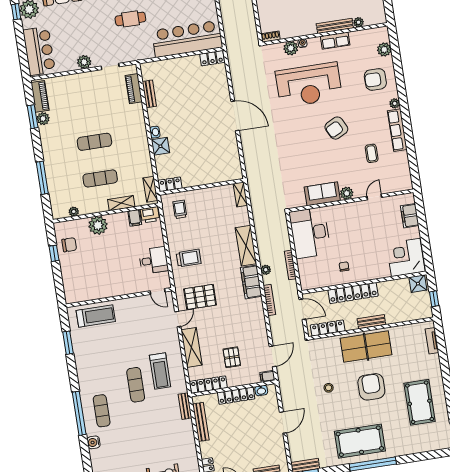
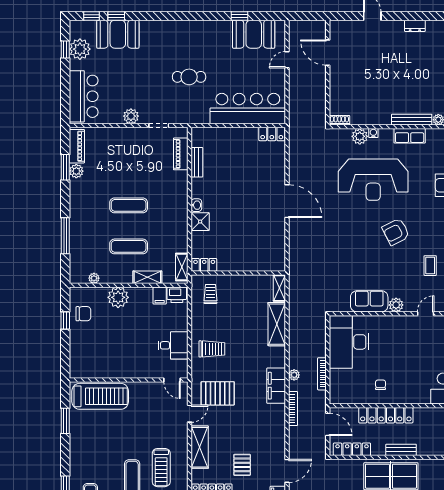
shelving: (246, 246) -> (277, 324), moved
treadmill: (96, 316) -> (100, 396), width x1.37, depth x1.38

